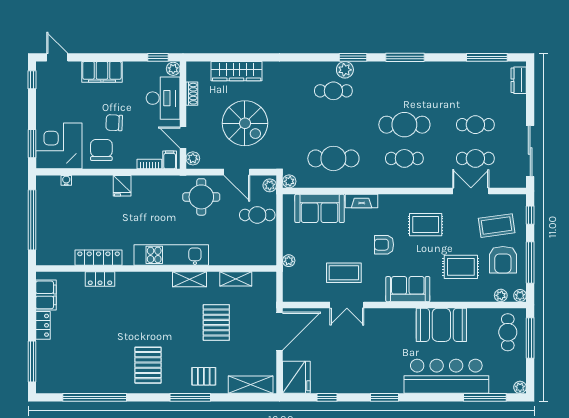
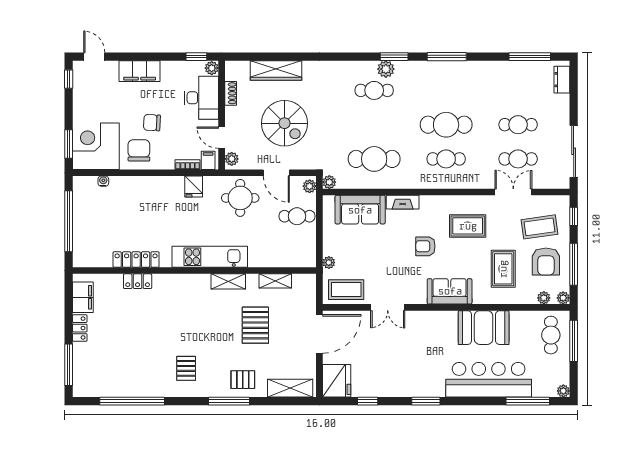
fridge: (122, 186) -> (194, 187), moved
rug: (461, 267) -> (503, 269), turned 90
coffee table: (344, 273) -> (346, 290), moved
pallet: (148, 365) -> (186, 368), width x0.67, depth x0.71

